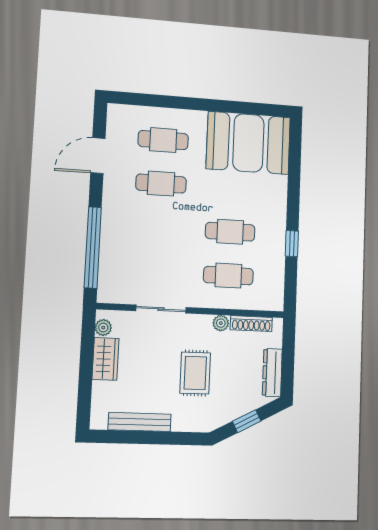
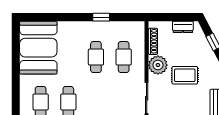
plant: (221, 323) -> (158, 65), width x1.88, depth x1.88
dresser: (272, 373) -> (183, 27), width x0.70

